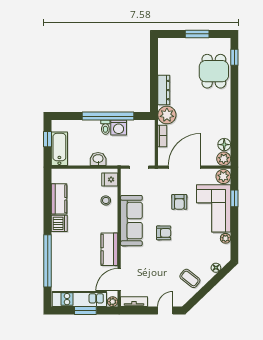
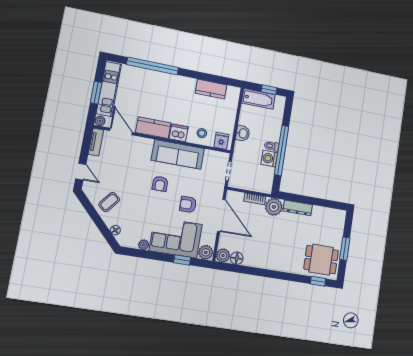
dining table: (214, 71) -> (321, 260), moved
dishwasher: (59, 223) -> (179, 133), moved, turned 180

